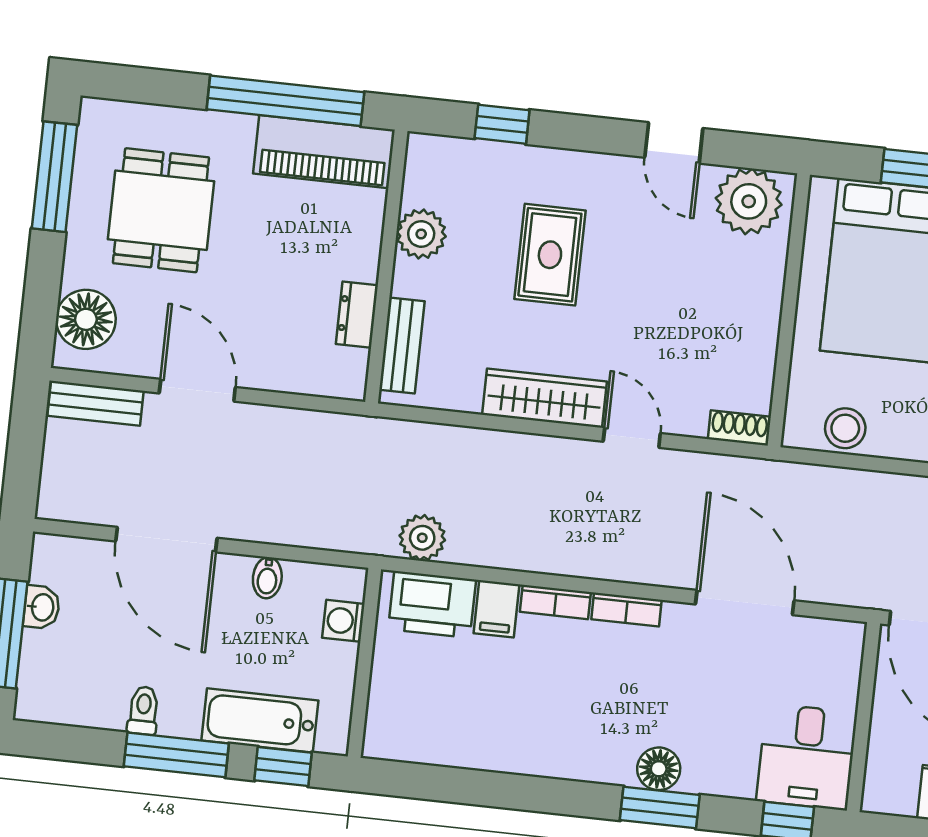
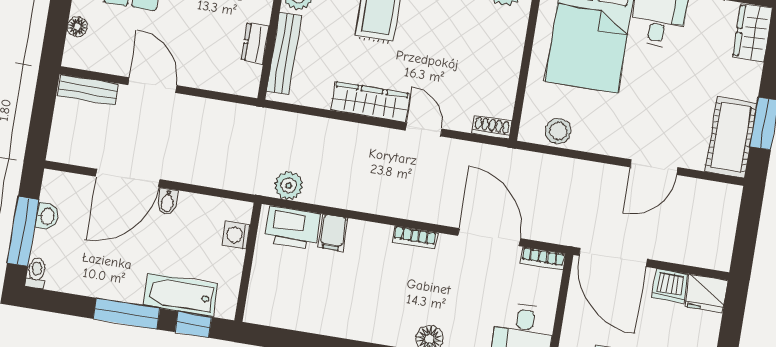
floor lamp: (86, 319) -> (77, 27), width x0.53, depth x0.53
bench: (402, 345) -> (284, 53), width x1.36
door: (166, 540) -> (128, 178), hinge flipped
bidet: (267, 578) -> (167, 202), moved
bookcase: (555, 602) -> (543, 259), moved
toilet: (143, 710) -> (36, 273), moved

